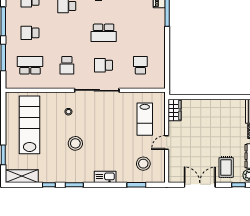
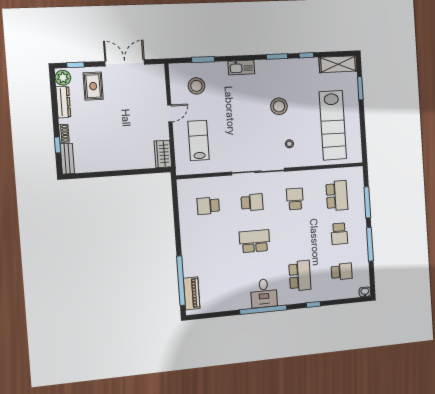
school desk: (30, 33) -> (339, 234), turned 90
school desk: (30, 65) -> (337, 196), turned -90
school desk: (140, 65) -> (208, 206), turned 90
double door: (200, 185) -> (125, 63), swing flipped

